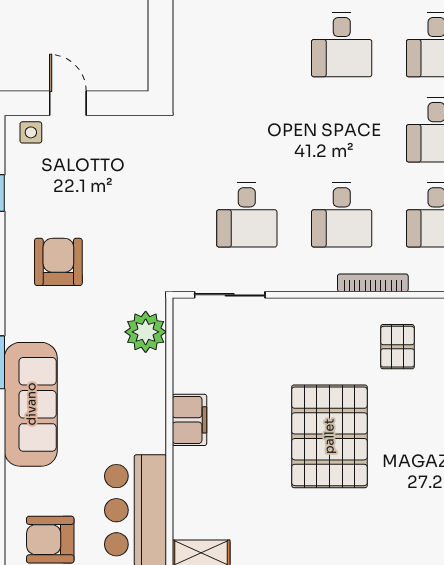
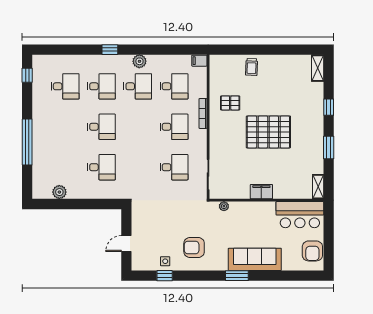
desk: (247, 45) -> (101, 167), added
side table: (31, 132) -> (165, 261), moved
plant: (146, 332) -> (224, 206), width x0.53, depth x0.53

